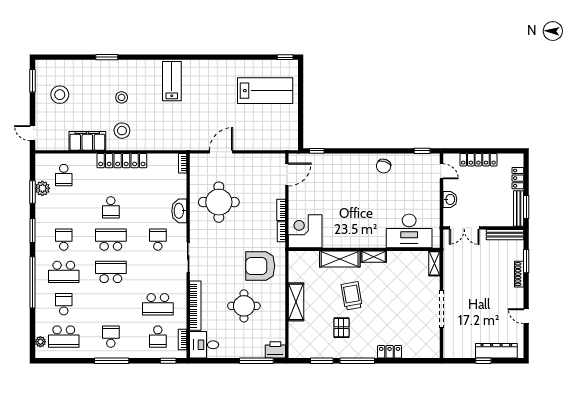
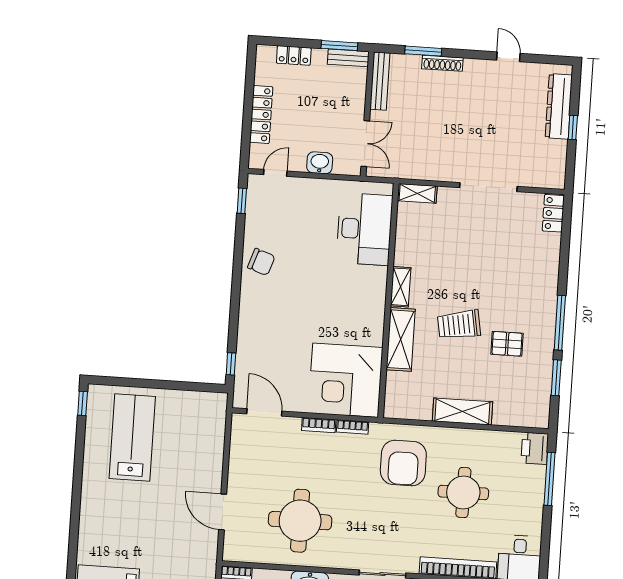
bench: (519, 209) -> (348, 58), width x0.73
corner desk: (305, 231) -> (346, 380), width x1.36, depth x1.36
door: (526, 316) -> (508, 57), swing flipped
locker: (390, 352) -> (553, 213), moved

